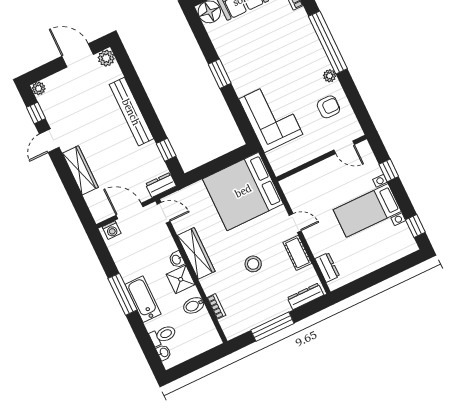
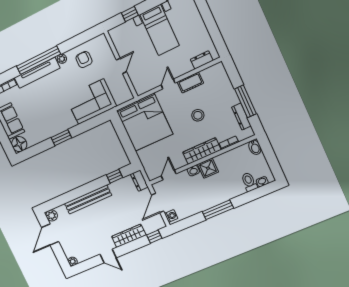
tv unit: (310, 40) -> (37, 73), added
window: (36, 113) -> (154, 237), moved
door: (344, 147) -> (121, 66), moved
door: (164, 213) -> (169, 175), moved
wardrobe: (196, 253) -> (202, 151), moved
dresser: (306, 296) -> (241, 117), moved
bathtub: (143, 299) -> (222, 195), removed
bidet: (194, 305) -> (255, 147), moved

